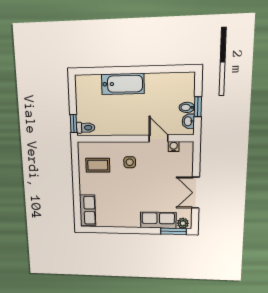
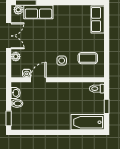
bathtub: (123, 84) -> (88, 122), moved
window: (198, 107) -> (9, 118), moved
window: (74, 124) -> (107, 106), moved
door: (159, 138) -> (39, 80), swing flipped
plant: (187, 167) -> (16, 57), added

